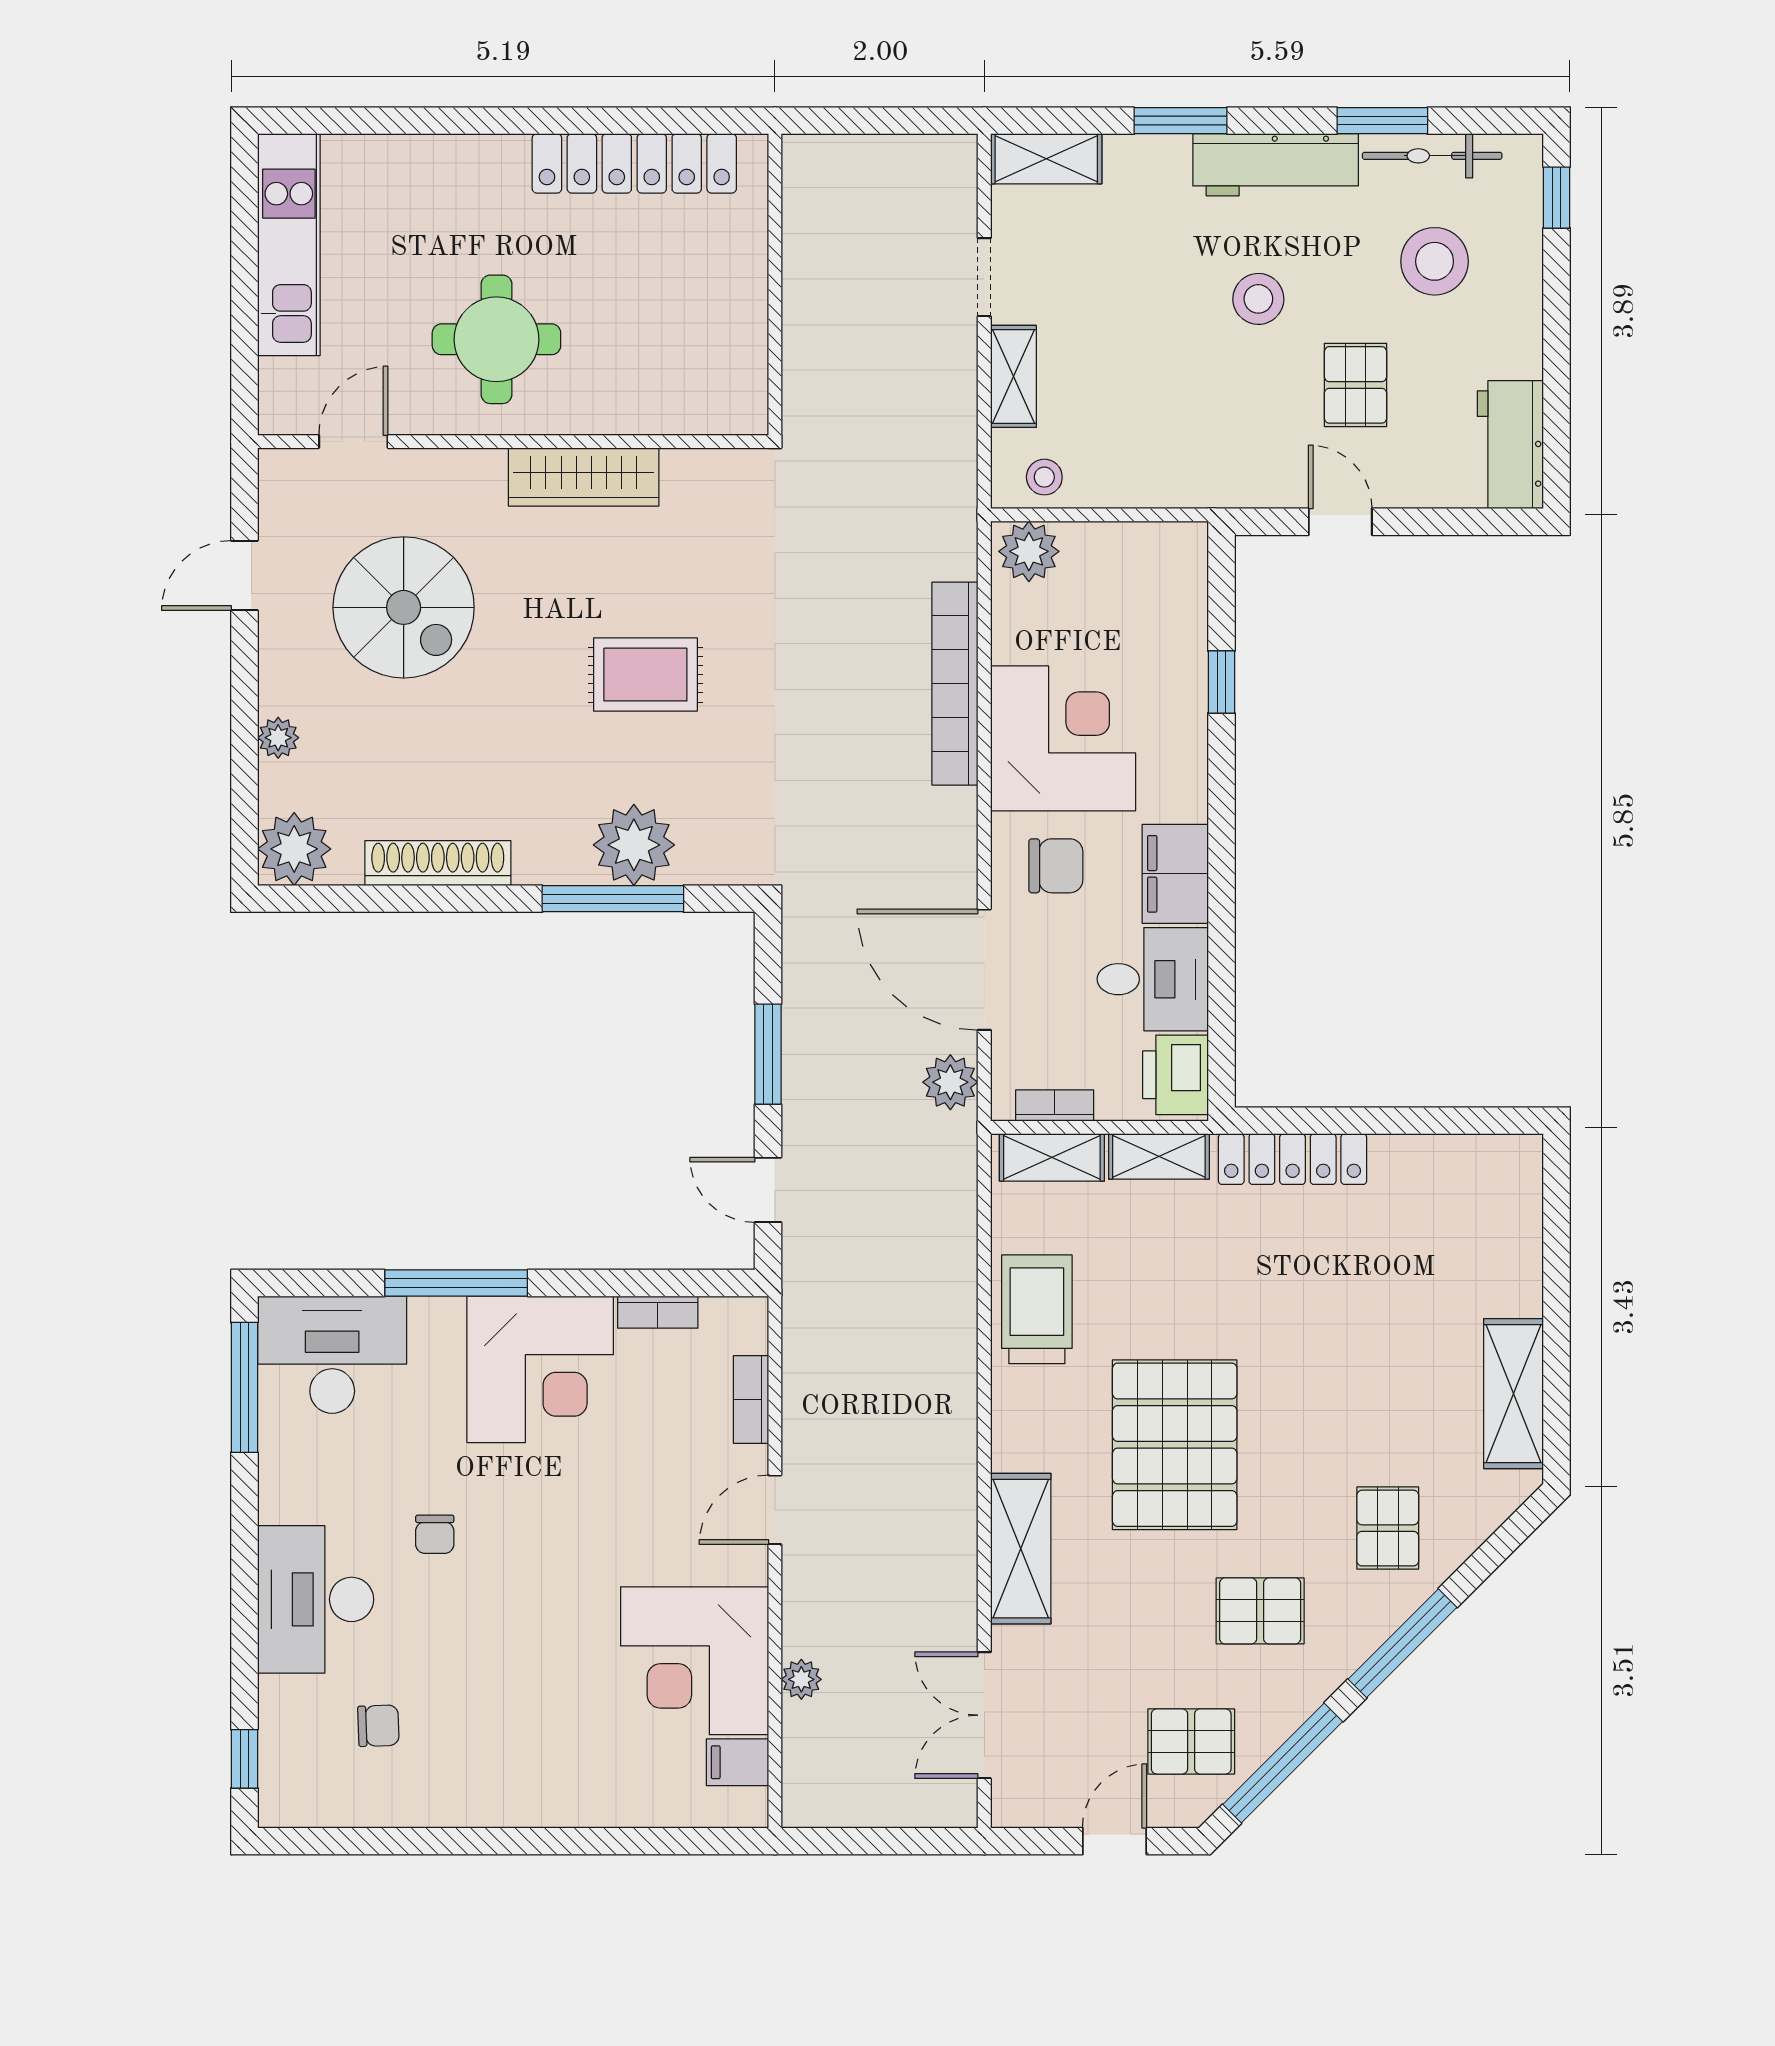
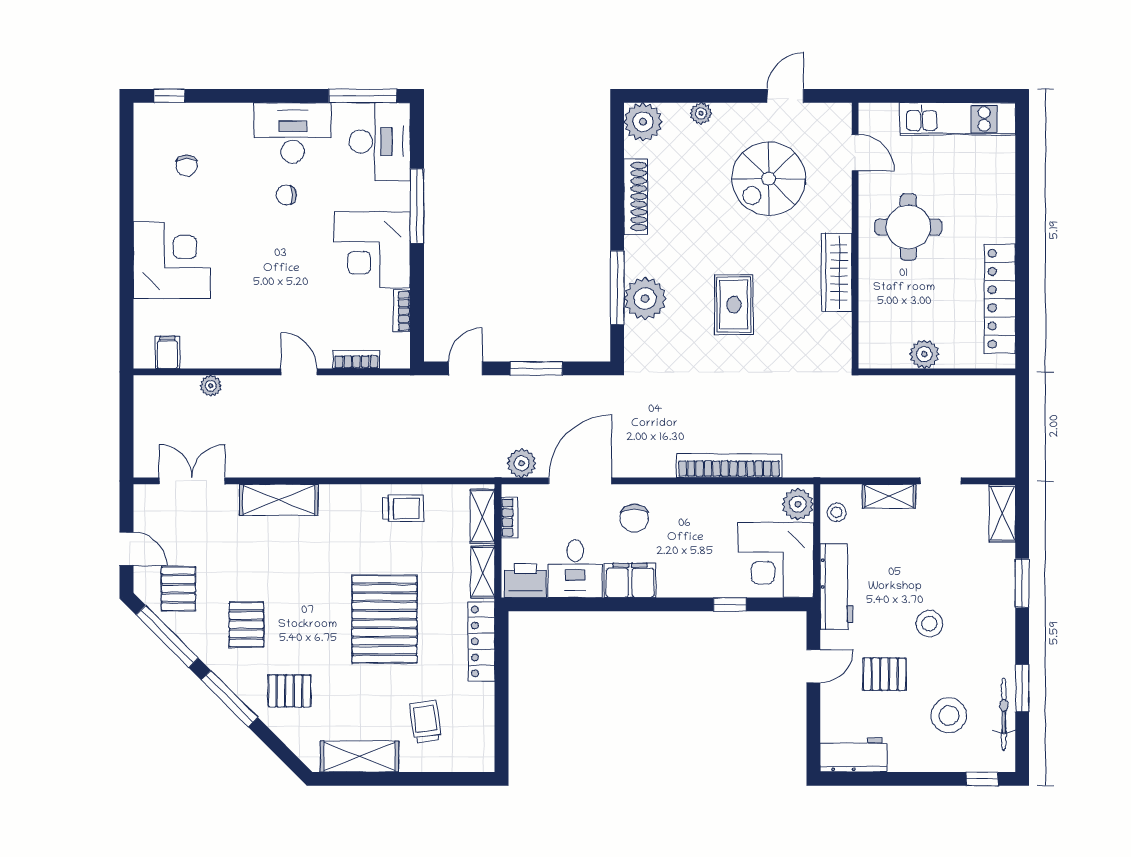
workbench: (1276, 165) -> (836, 587), moved, turned 180
plant: (741, 309) -> (924, 354), added
door: (244, 576) -> (785, 96), hinge flipped
corner desk: (1063, 738) -> (776, 560), moved, turned 90
trolley: (1447, 1267) -> (426, 722), added
trolley: (1037, 1309) -> (403, 508), width x0.73, depth x0.72
pallet: (1175, 1445) -> (384, 619), moved, turned 90
desk: (316, 1599) -> (293, 133), moved
corner desk: (695, 1661) -> (172, 260), moved, turned 90

